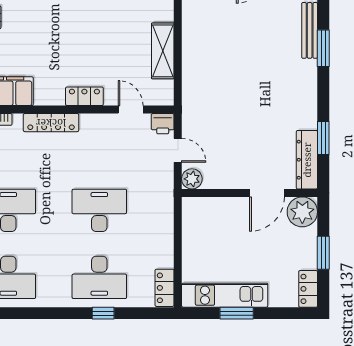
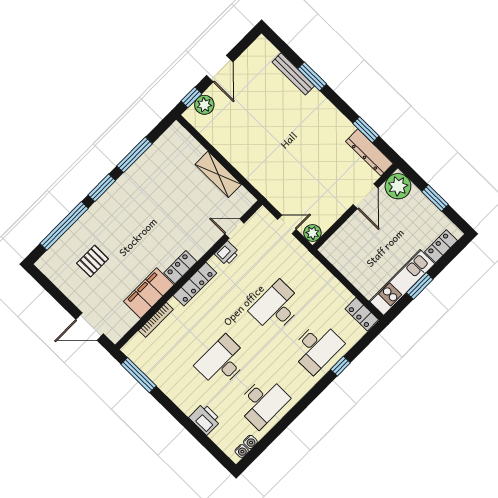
locker: (84, 96) -> (180, 267), moved
printer: (163, 124) -> (227, 253), moved
locker: (308, 289) -> (441, 246), moved, turned 90

